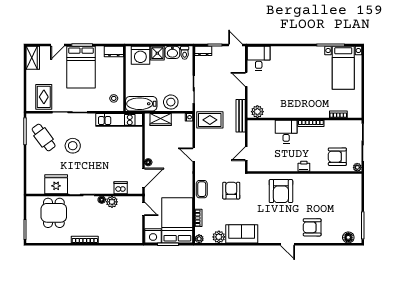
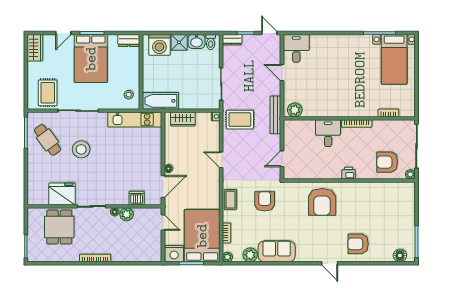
stool: (171, 102) -> (195, 99), removed

